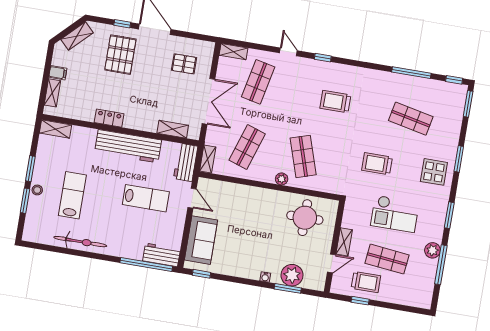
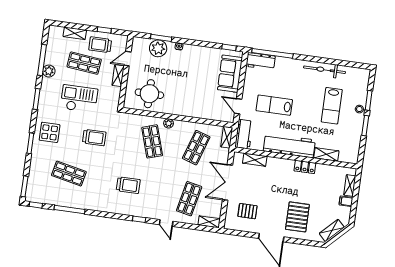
window: (122, 24) -> (297, 241), removed
shelving: (56, 129) -> (326, 154), moved
shelving: (398, 298) -> (75, 33), added

